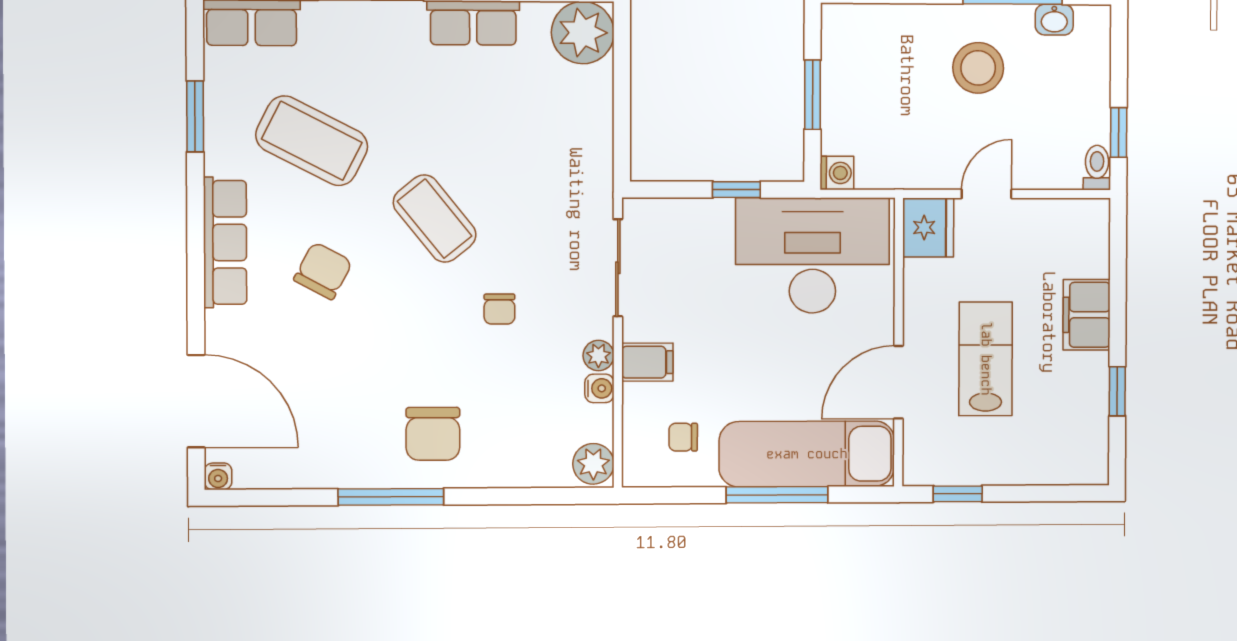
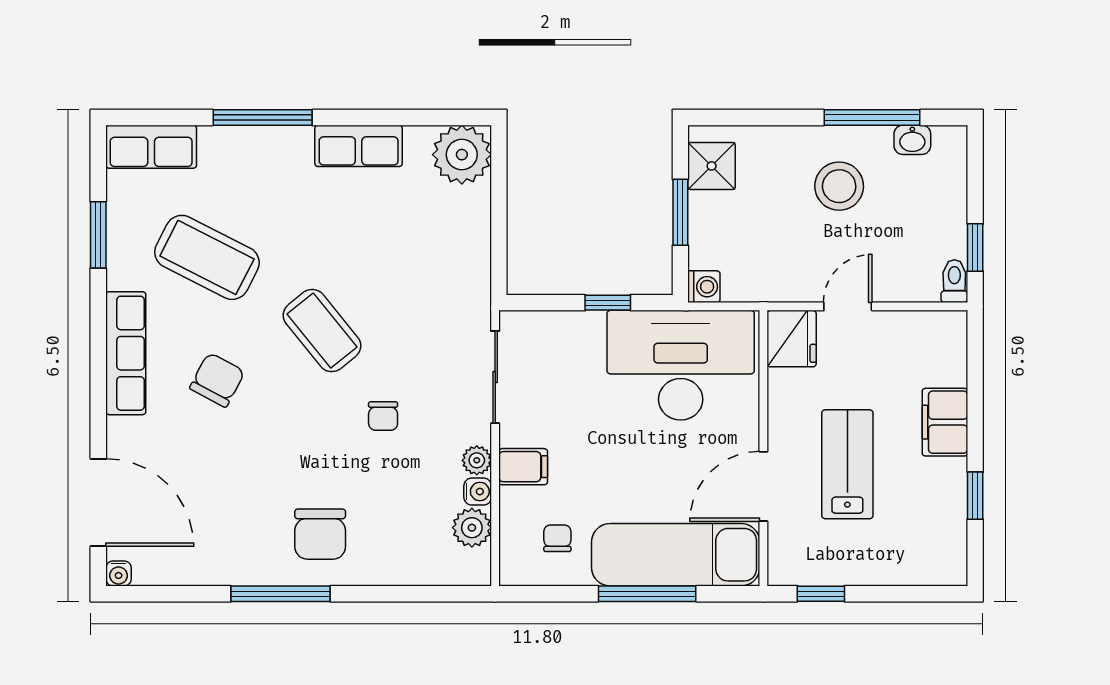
shower: (845, 46) -> (712, 166), added
chair: (683, 437) -> (557, 538), turned 90
plant: (593, 464) -> (472, 528), moved

